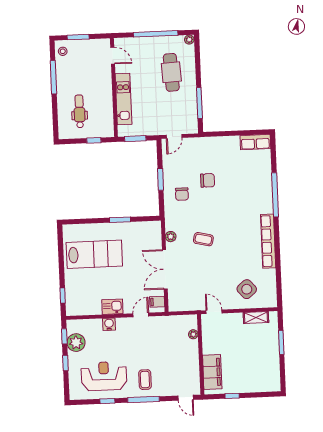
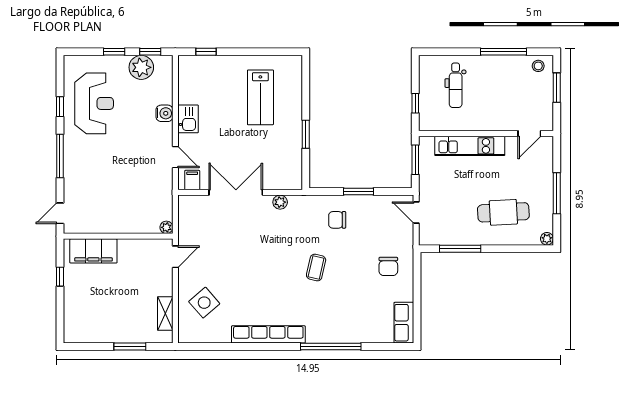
window: (156, 34) -> (557, 193), width x0.68
dental chair: (79, 111) -> (456, 85), turned 90
chair: (208, 180) -> (388, 266), moved
coffee table: (203, 239) -> (316, 268), moved
lab bench: (94, 254) -> (260, 97), width x0.73, depth x0.72
plant: (193, 334) -> (166, 227), moved
coffee table: (145, 380) -> (87, 159), removed

